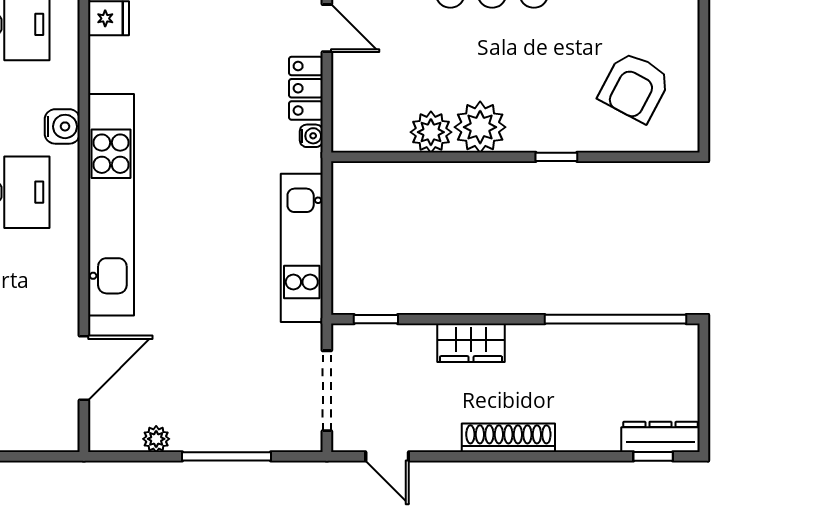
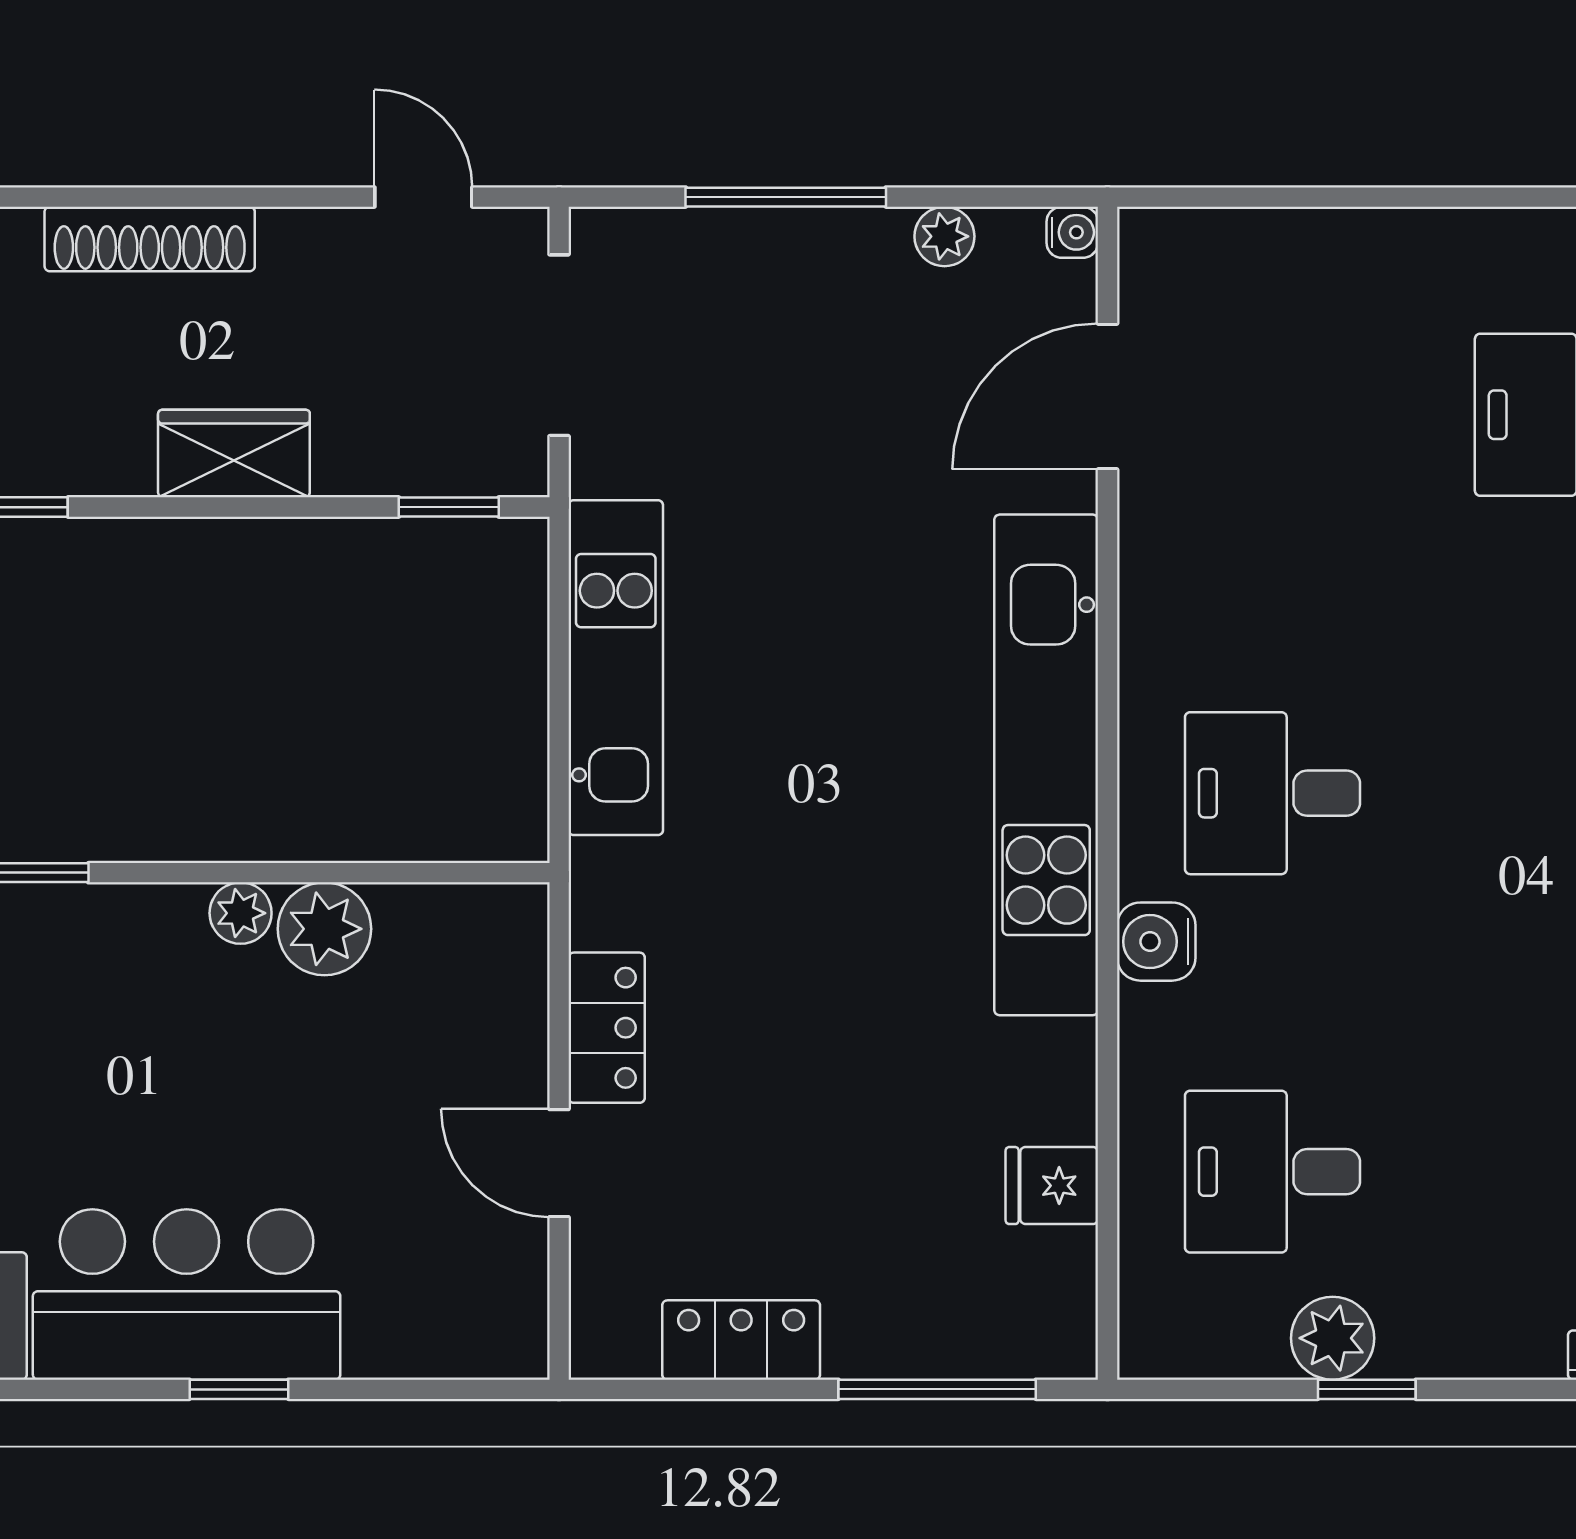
plant: (480, 127) -> (241, 913), width x0.53, depth x0.53
water cooler: (311, 136) -> (1072, 232), moved, turned 180

